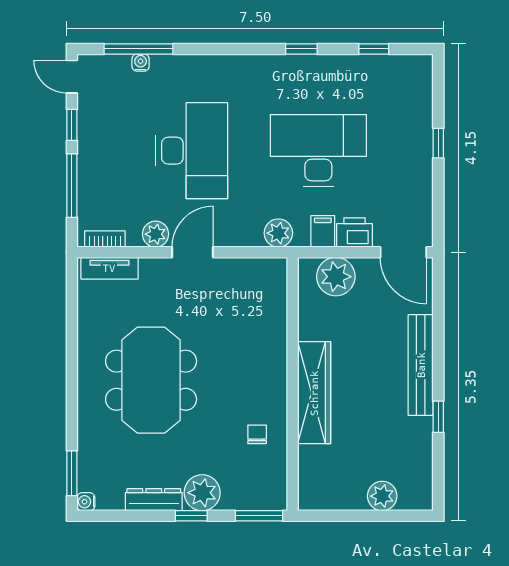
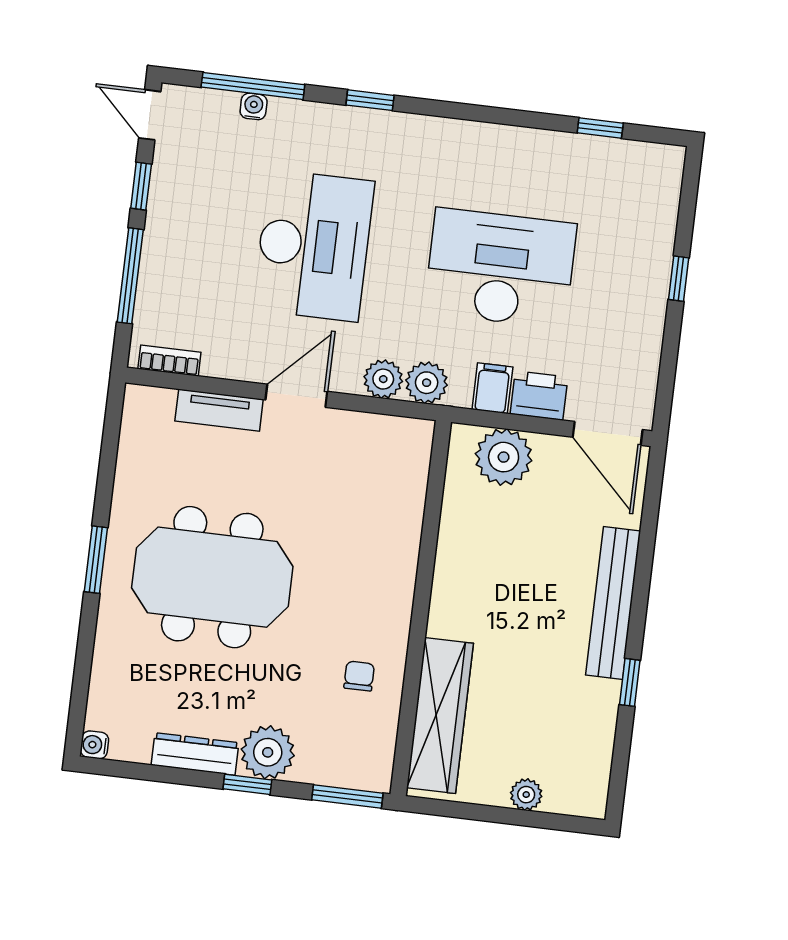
window: (301, 49) -> (370, 100), moved
plant: (156, 234) -> (383, 379), moved
tv unit: (109, 268) -> (219, 410), moved
meeting table: (151, 380) -> (212, 577), turned 90
wardrobe: (314, 393) -> (440, 716), moved
window: (72, 473) -> (96, 560), moved
plant: (382, 496) -> (526, 795), width x0.73, depth x0.73

